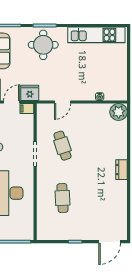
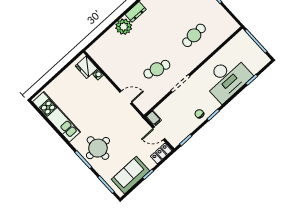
fridge: (30, 93) -> (86, 67), moved
plant: (119, 112) -> (124, 27), moved
cafe table: (62, 146) -> (157, 69), turned 33

